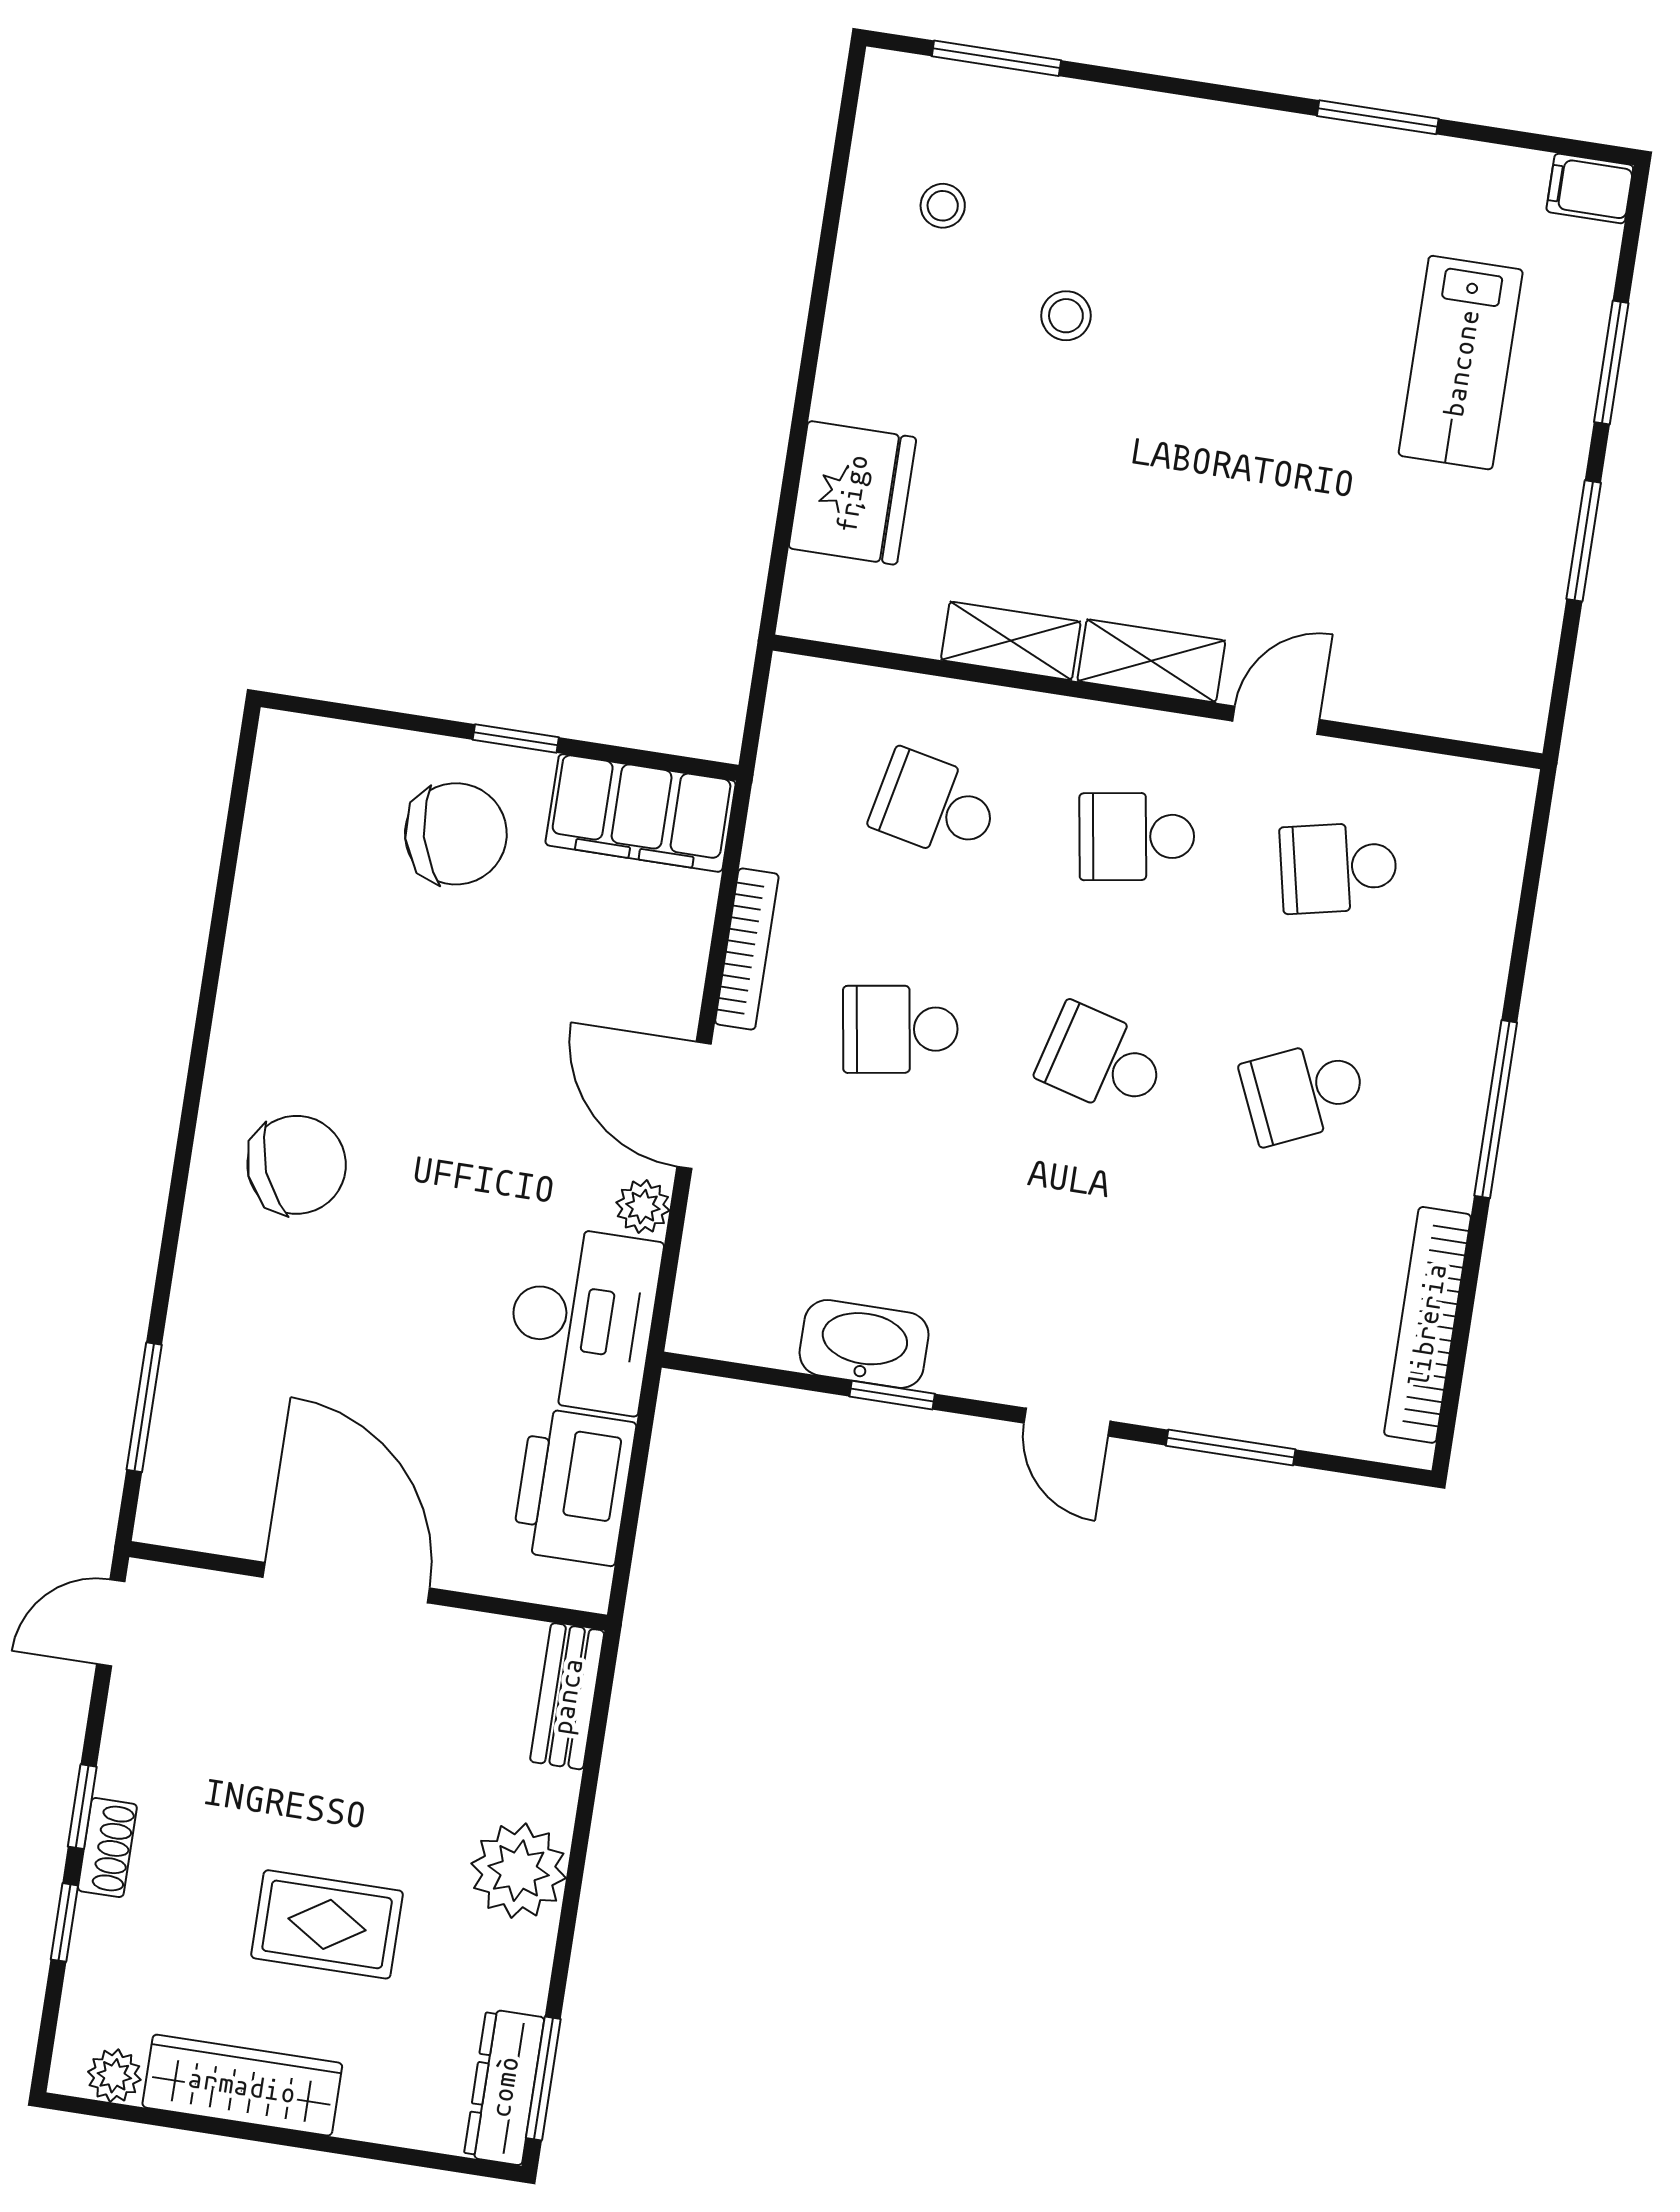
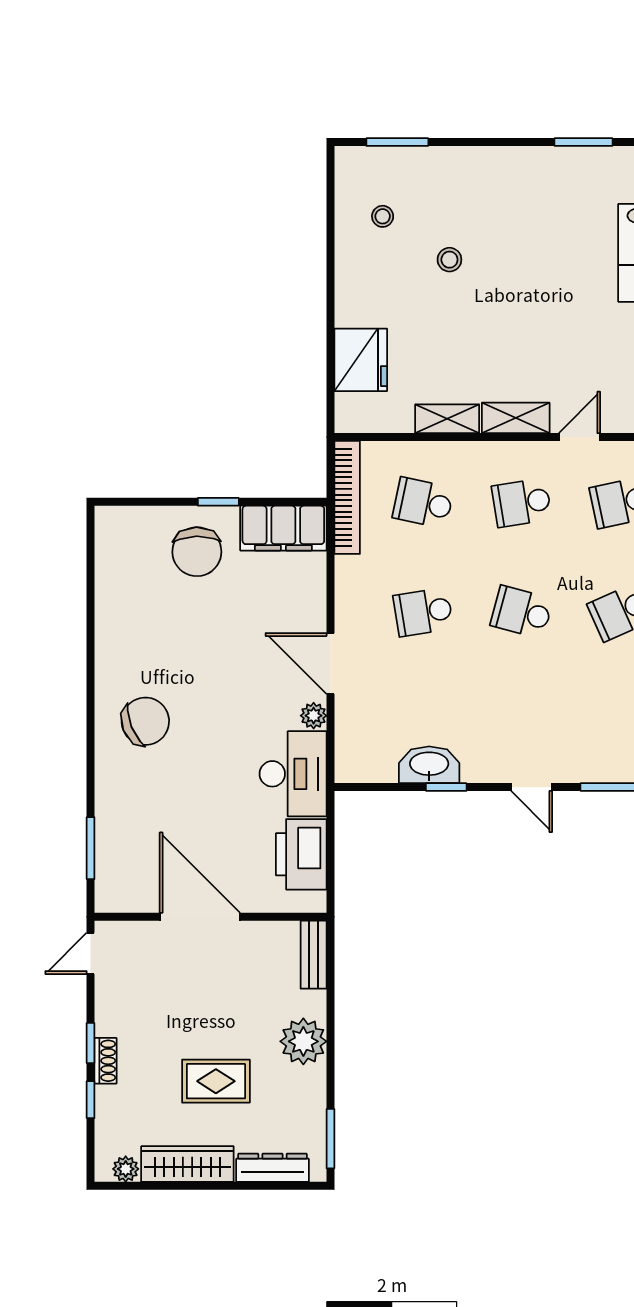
chair: (456, 834) -> (197, 552), turned 103
bookcase: (747, 949) -> (347, 497), moved, width x1.48, depth x1.31
dresser: (504, 2087) -> (273, 1168), moved, turned 90

